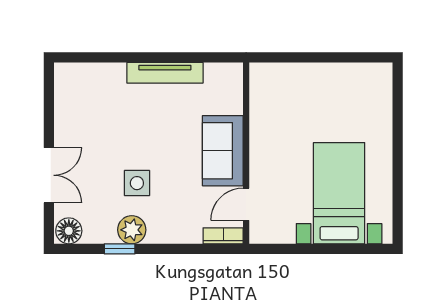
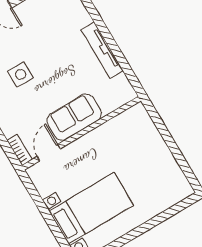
door: (246, 204) -> (49, 153), hinge flipped

